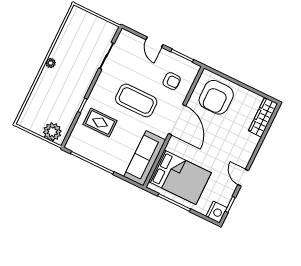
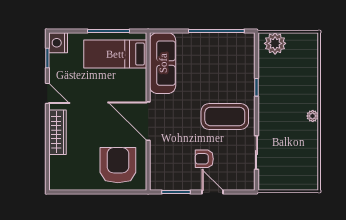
armchair: (172, 81) -> (204, 159), moved
coffee table: (136, 100) -> (225, 116), moved
wardrobe: (263, 117) -> (58, 132), moved
rug: (100, 123) -> (229, 78), removed
bed: (180, 177) -> (115, 54), width x0.67

